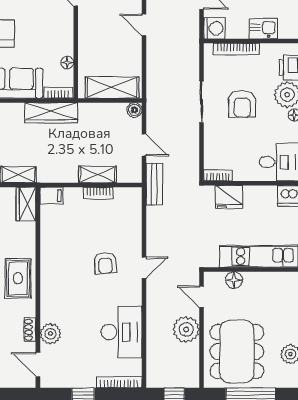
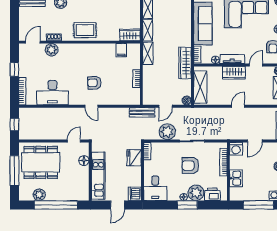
wardrobe: (89, 32) -> (234, 73), added
tv unit: (66, 35) -> (232, 59), added
wardrobe: (51, 113) -> (185, 63), moved
shelving: (97, 174) -> (148, 53), moved
filing cabinet: (51, 196) -> (121, 50), moved
plant: (186, 329) -> (167, 132), moved

